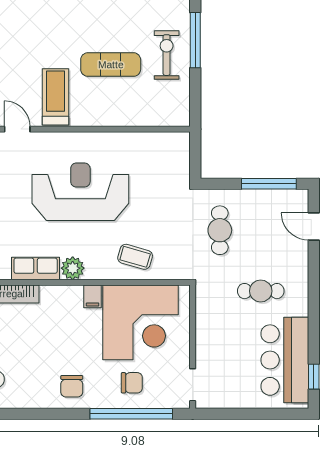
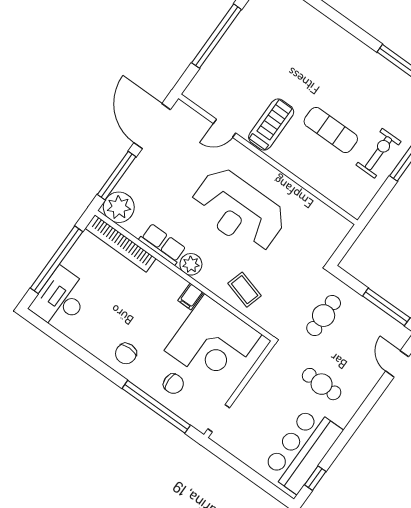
door: (17, 129) -> (224, 128), swing flipped
reception desk: (80, 192) -> (238, 210), turned 180

